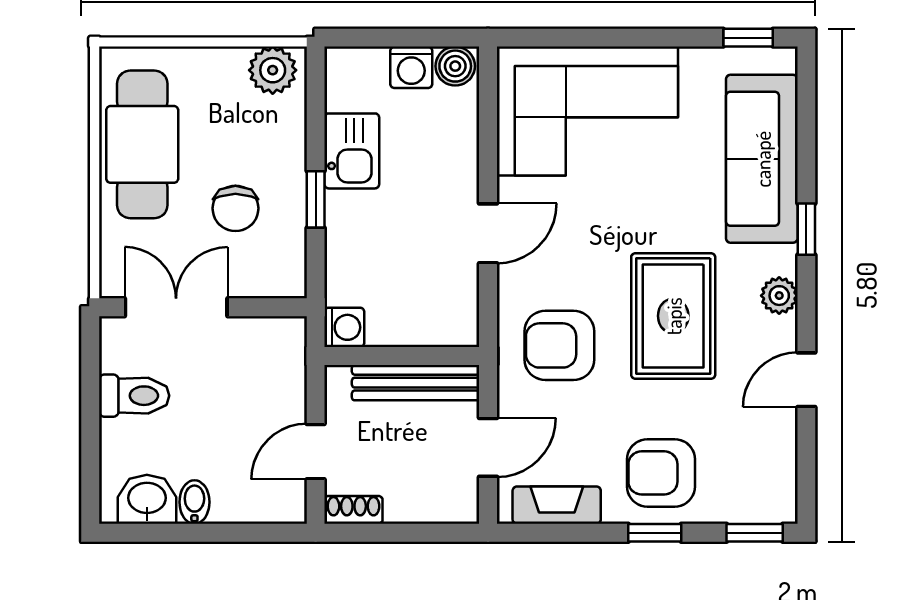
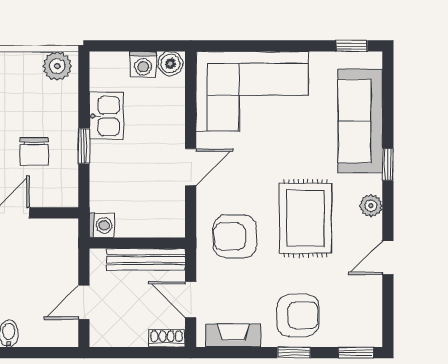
door: (488, 447) -> (191, 300), swing flipped
armchair: (661, 473) -> (298, 315), turned 180
shoe rack: (353, 510) -> (167, 338), moved

